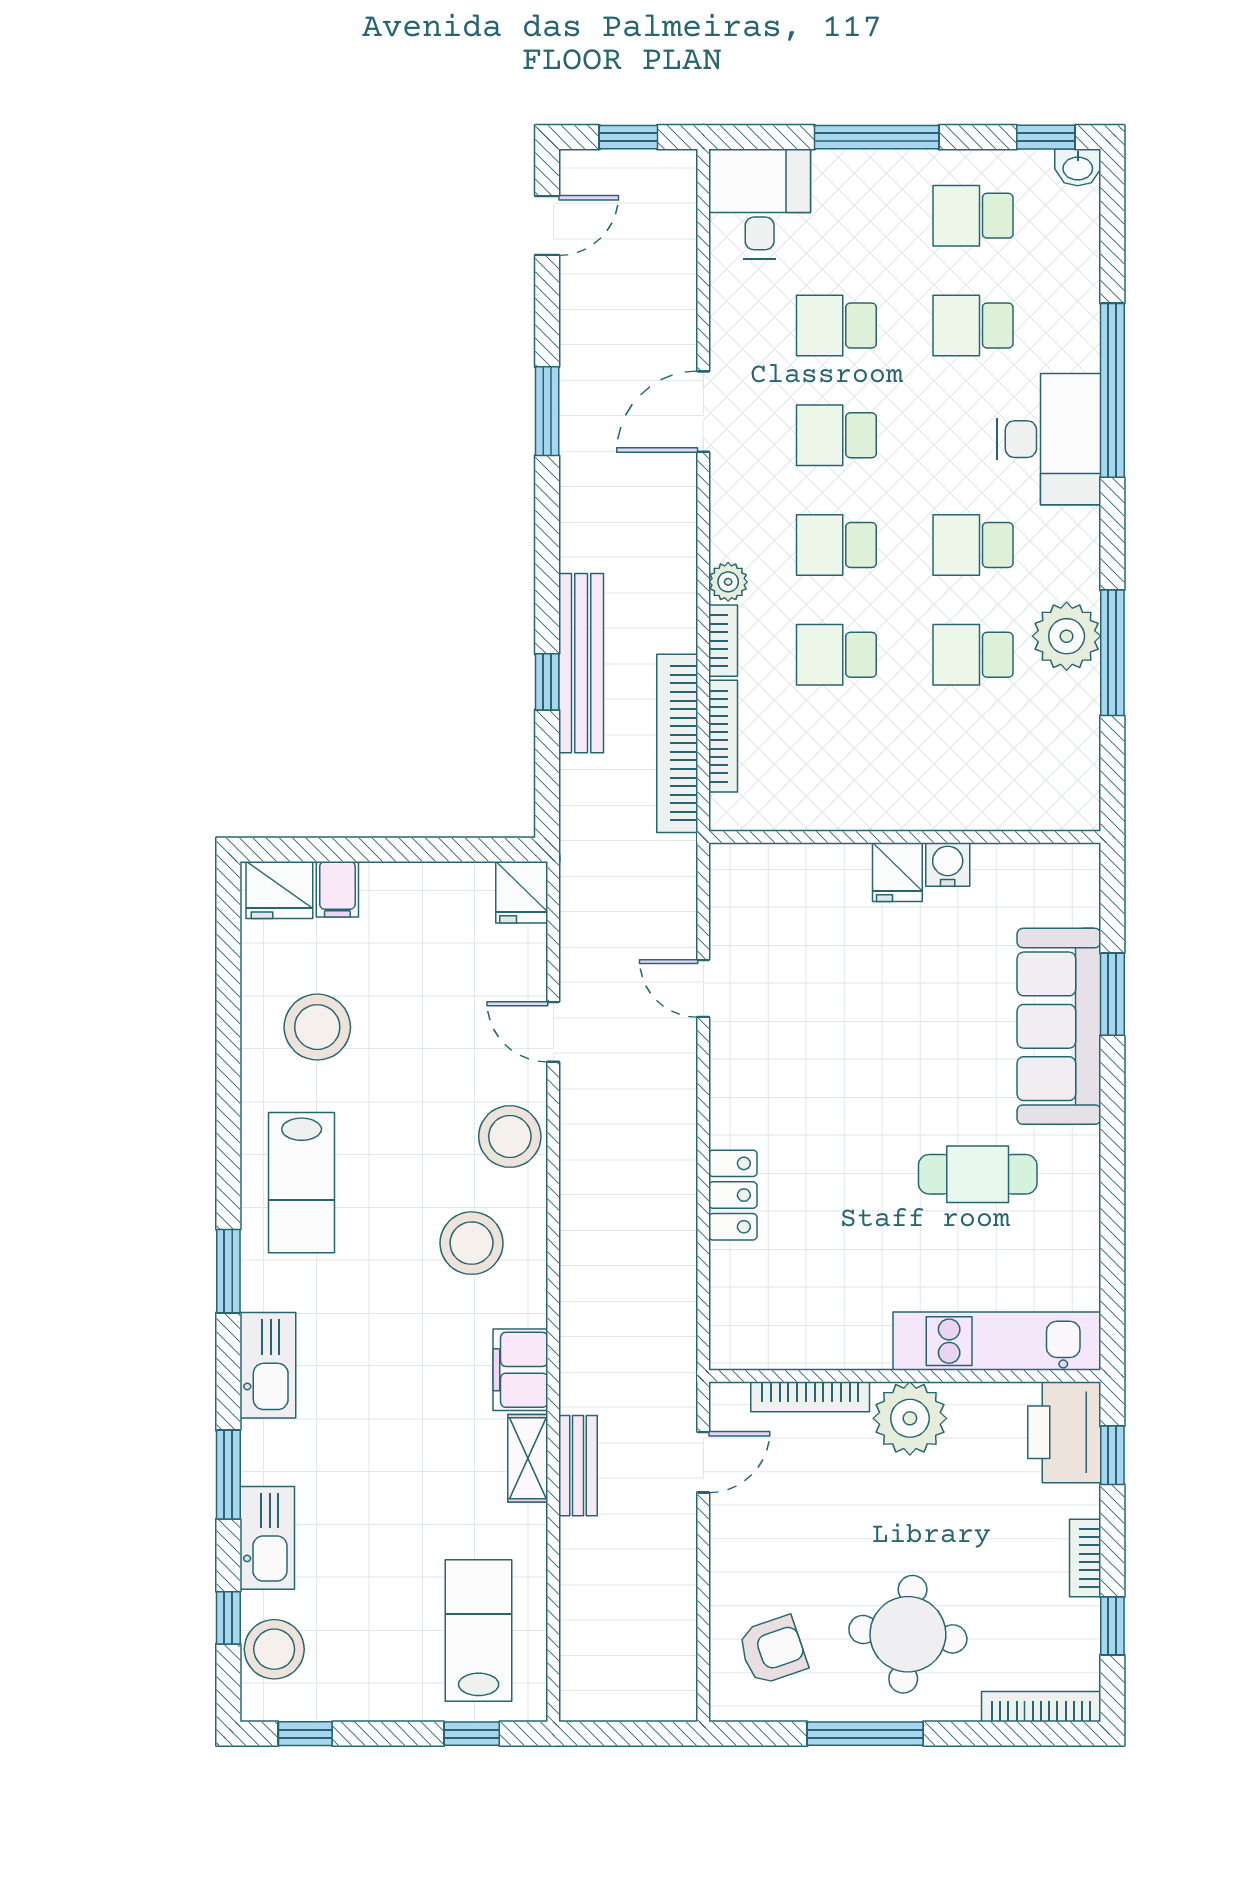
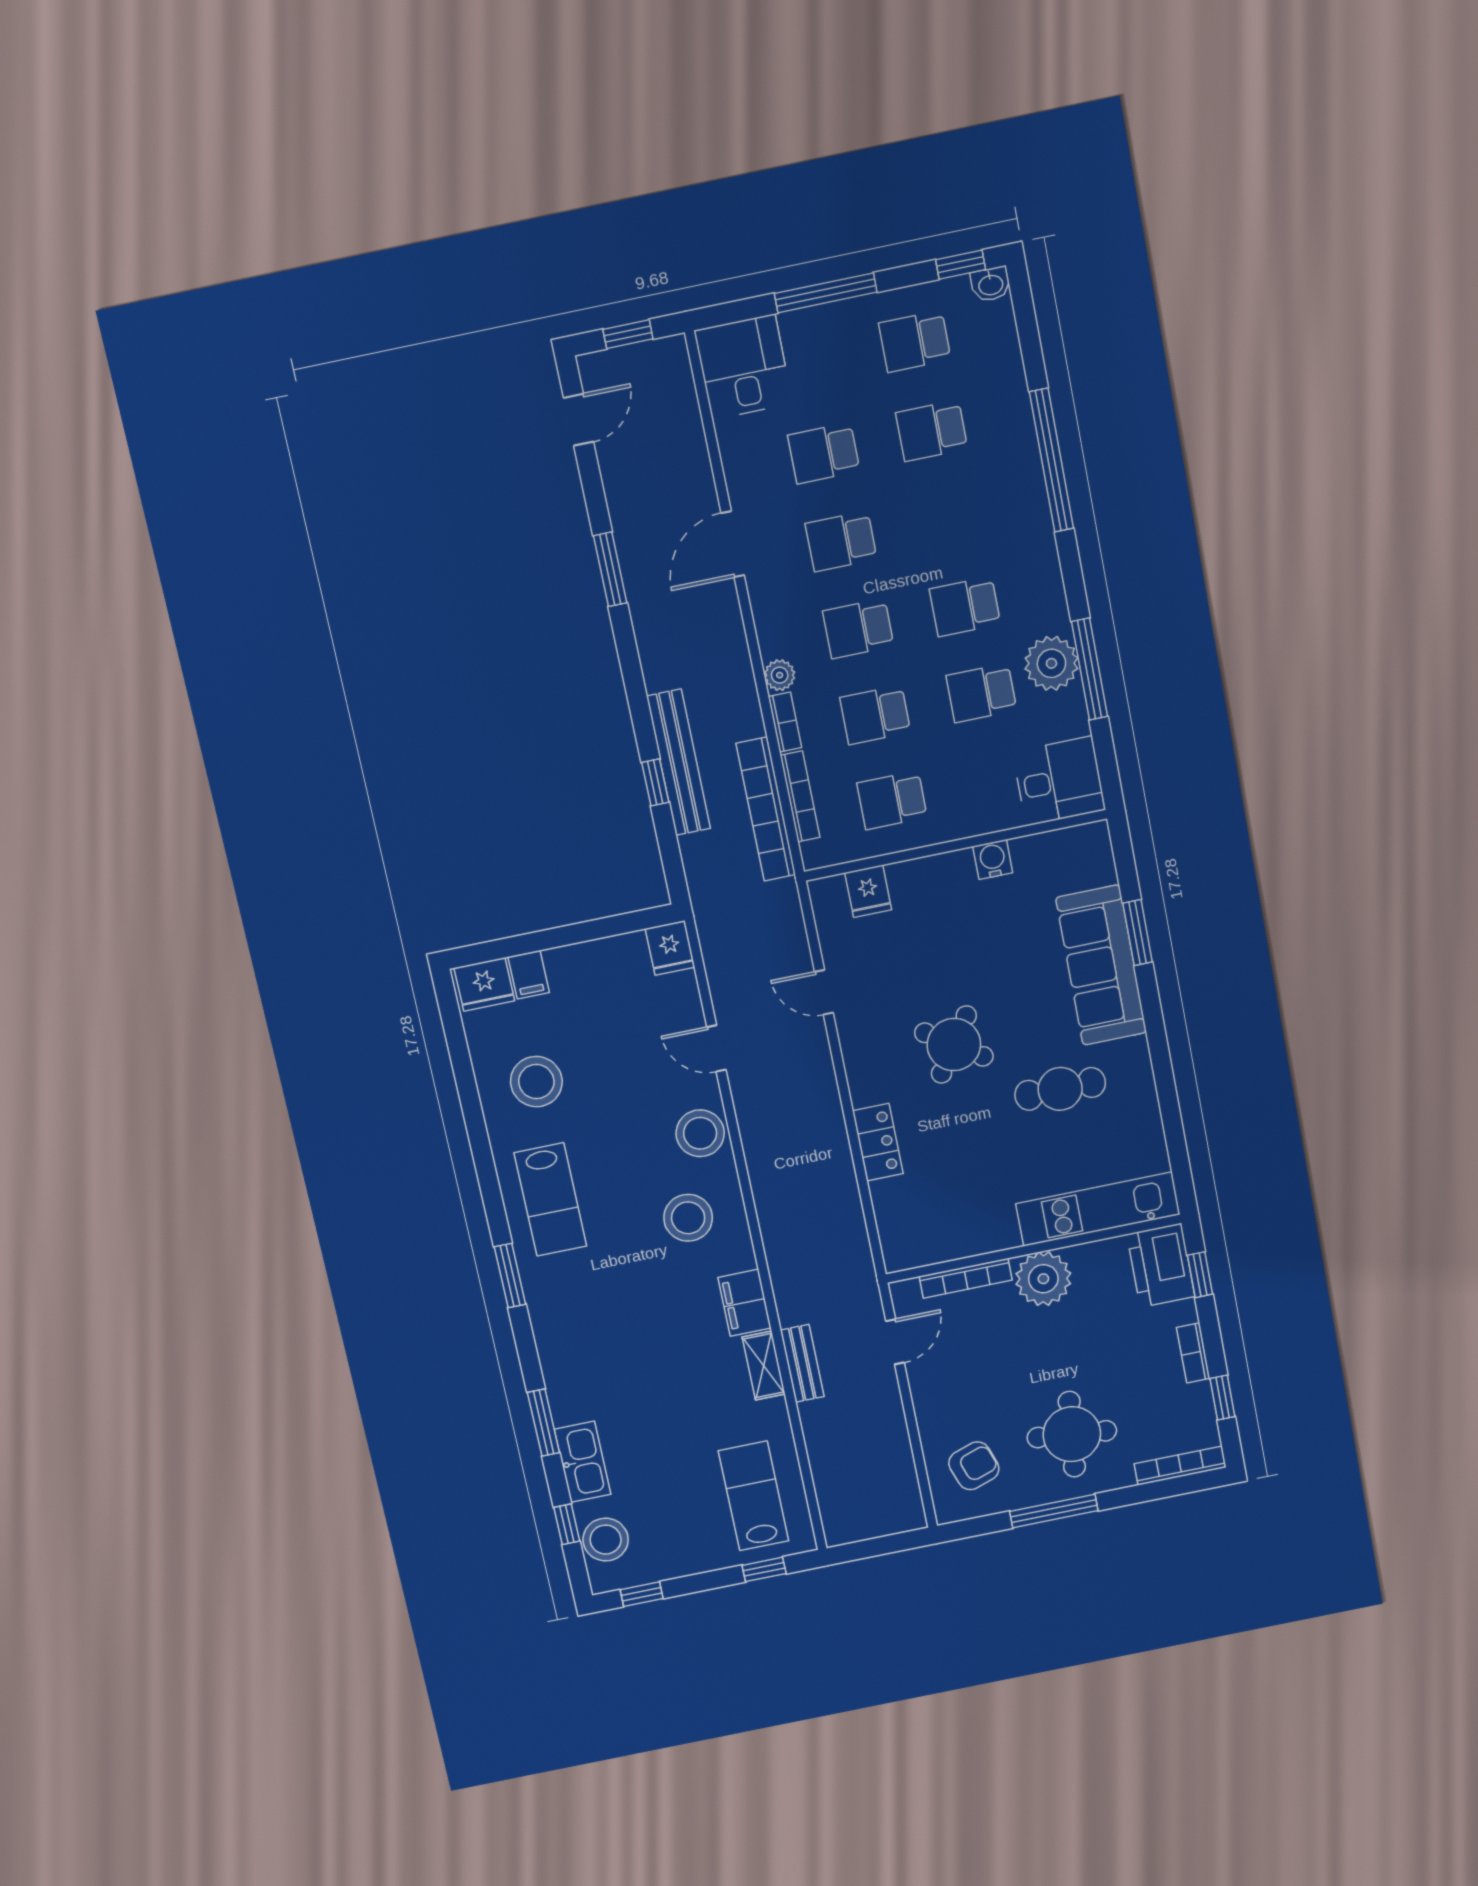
desk: (1049, 439) -> (1059, 781), moved, width x0.73
school desk: (836, 765) -> (892, 800), added
fridge: (897, 872) -> (868, 891), moved
round table: (854, 1089) -> (954, 1045), added
kitchen sink: (268, 1365) -> (555, 1338), removed

